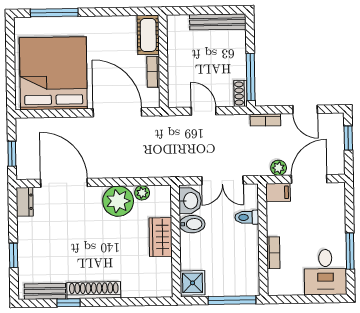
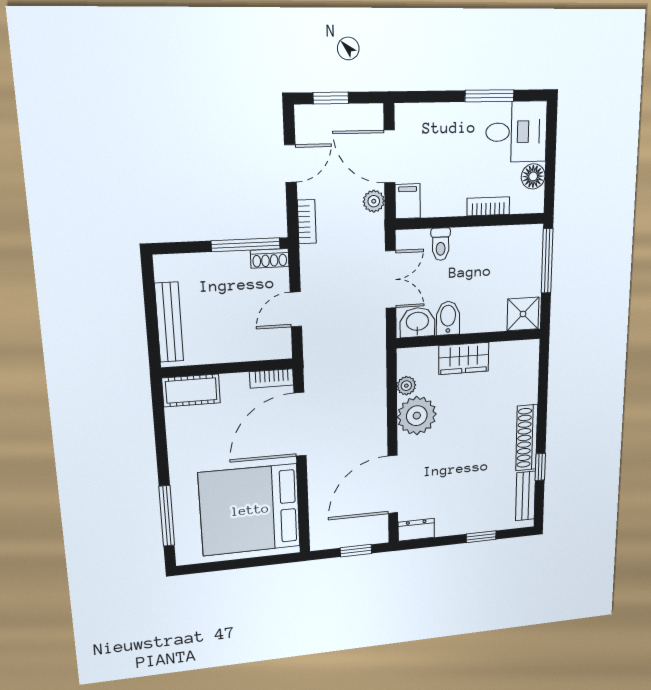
bench: (218, 22) -> (169, 322), moved
bookcase: (153, 72) -> (272, 379), moved
floor lamp: (294, 286) -> (533, 176), added

